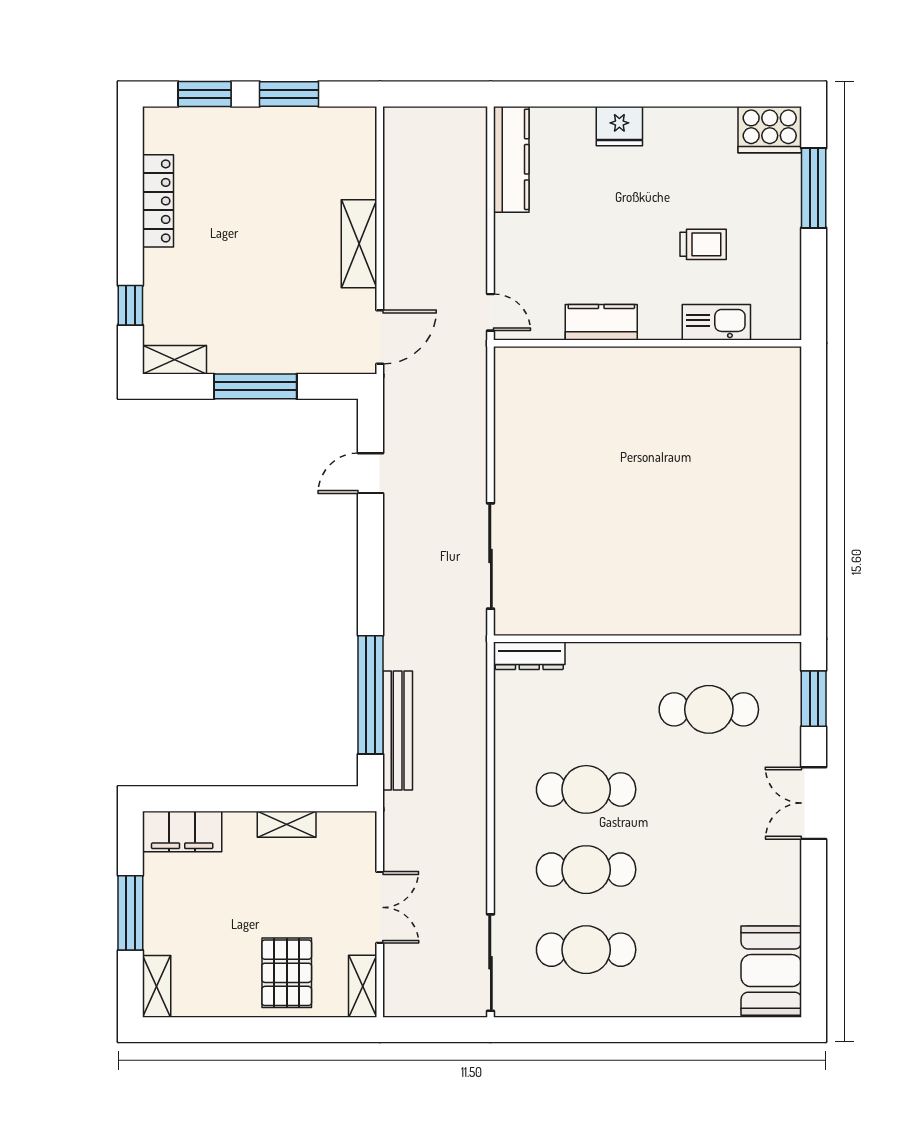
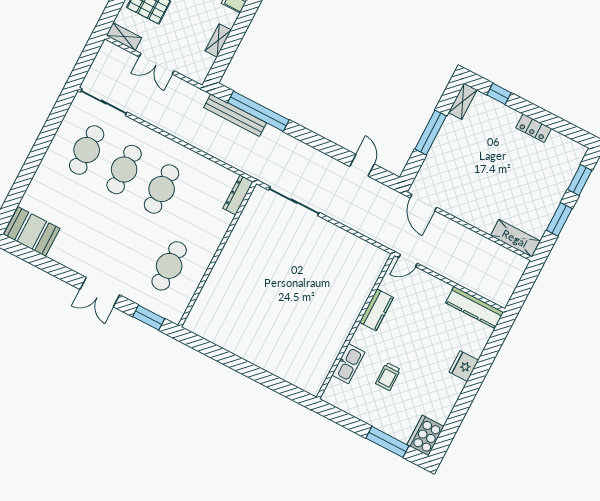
locker: (158, 201) -> (534, 128), width x0.66
shelving: (359, 244) -> (515, 238), moved
double door: (814, 803) -> (100, 292), swing flipped

